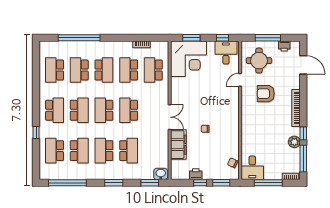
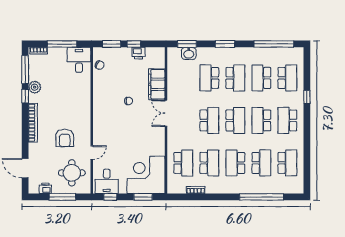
armchair: (266, 94) -> (65, 138), turned 90
washbasin: (161, 174) -> (189, 53), moved

